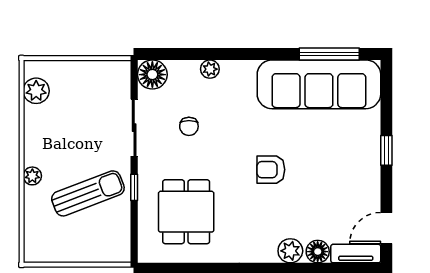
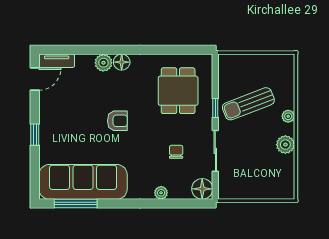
plant: (36, 91) -> (285, 145), moved
floor lamp: (318, 252) -> (122, 62), moved

